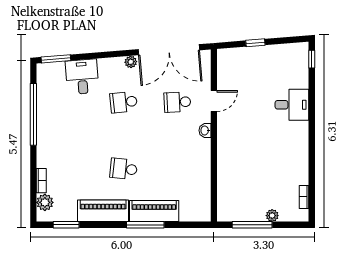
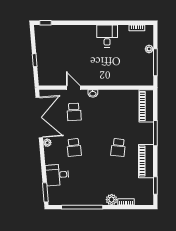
desk: (292, 105) -> (107, 36), moved
plant: (45, 202) -> (112, 200), moved
piano: (154, 211) -> (146, 106), moved

